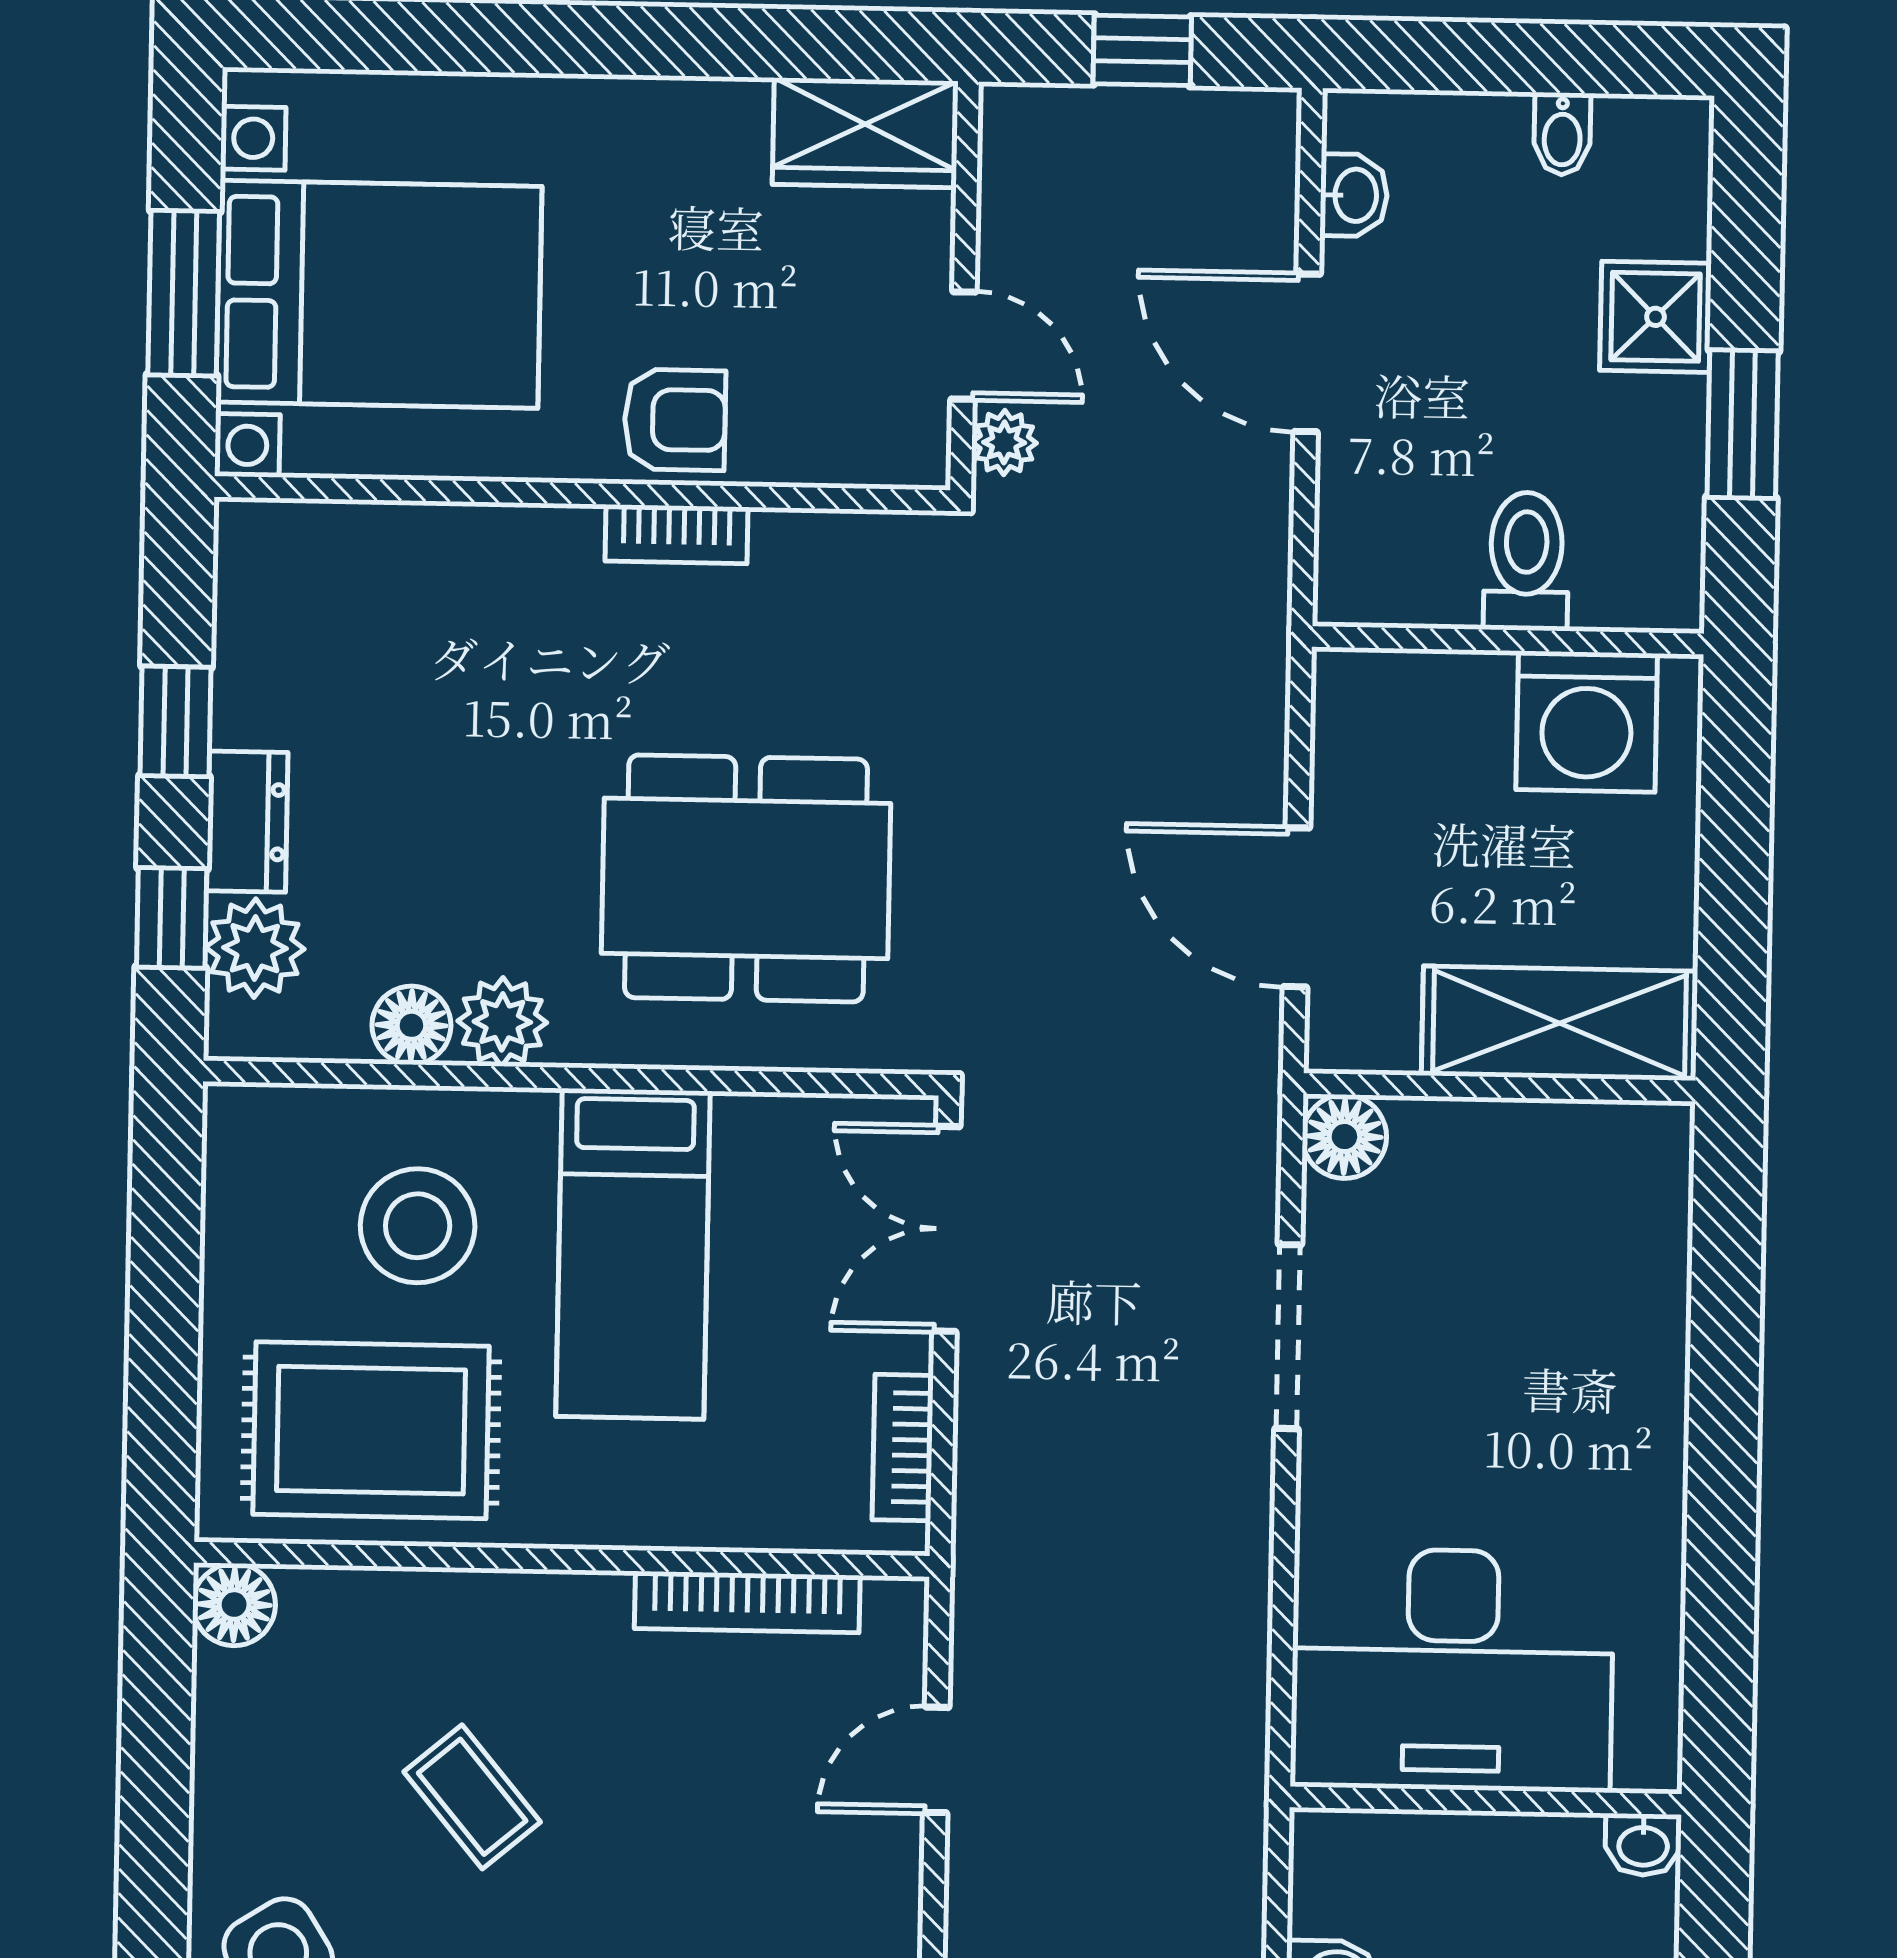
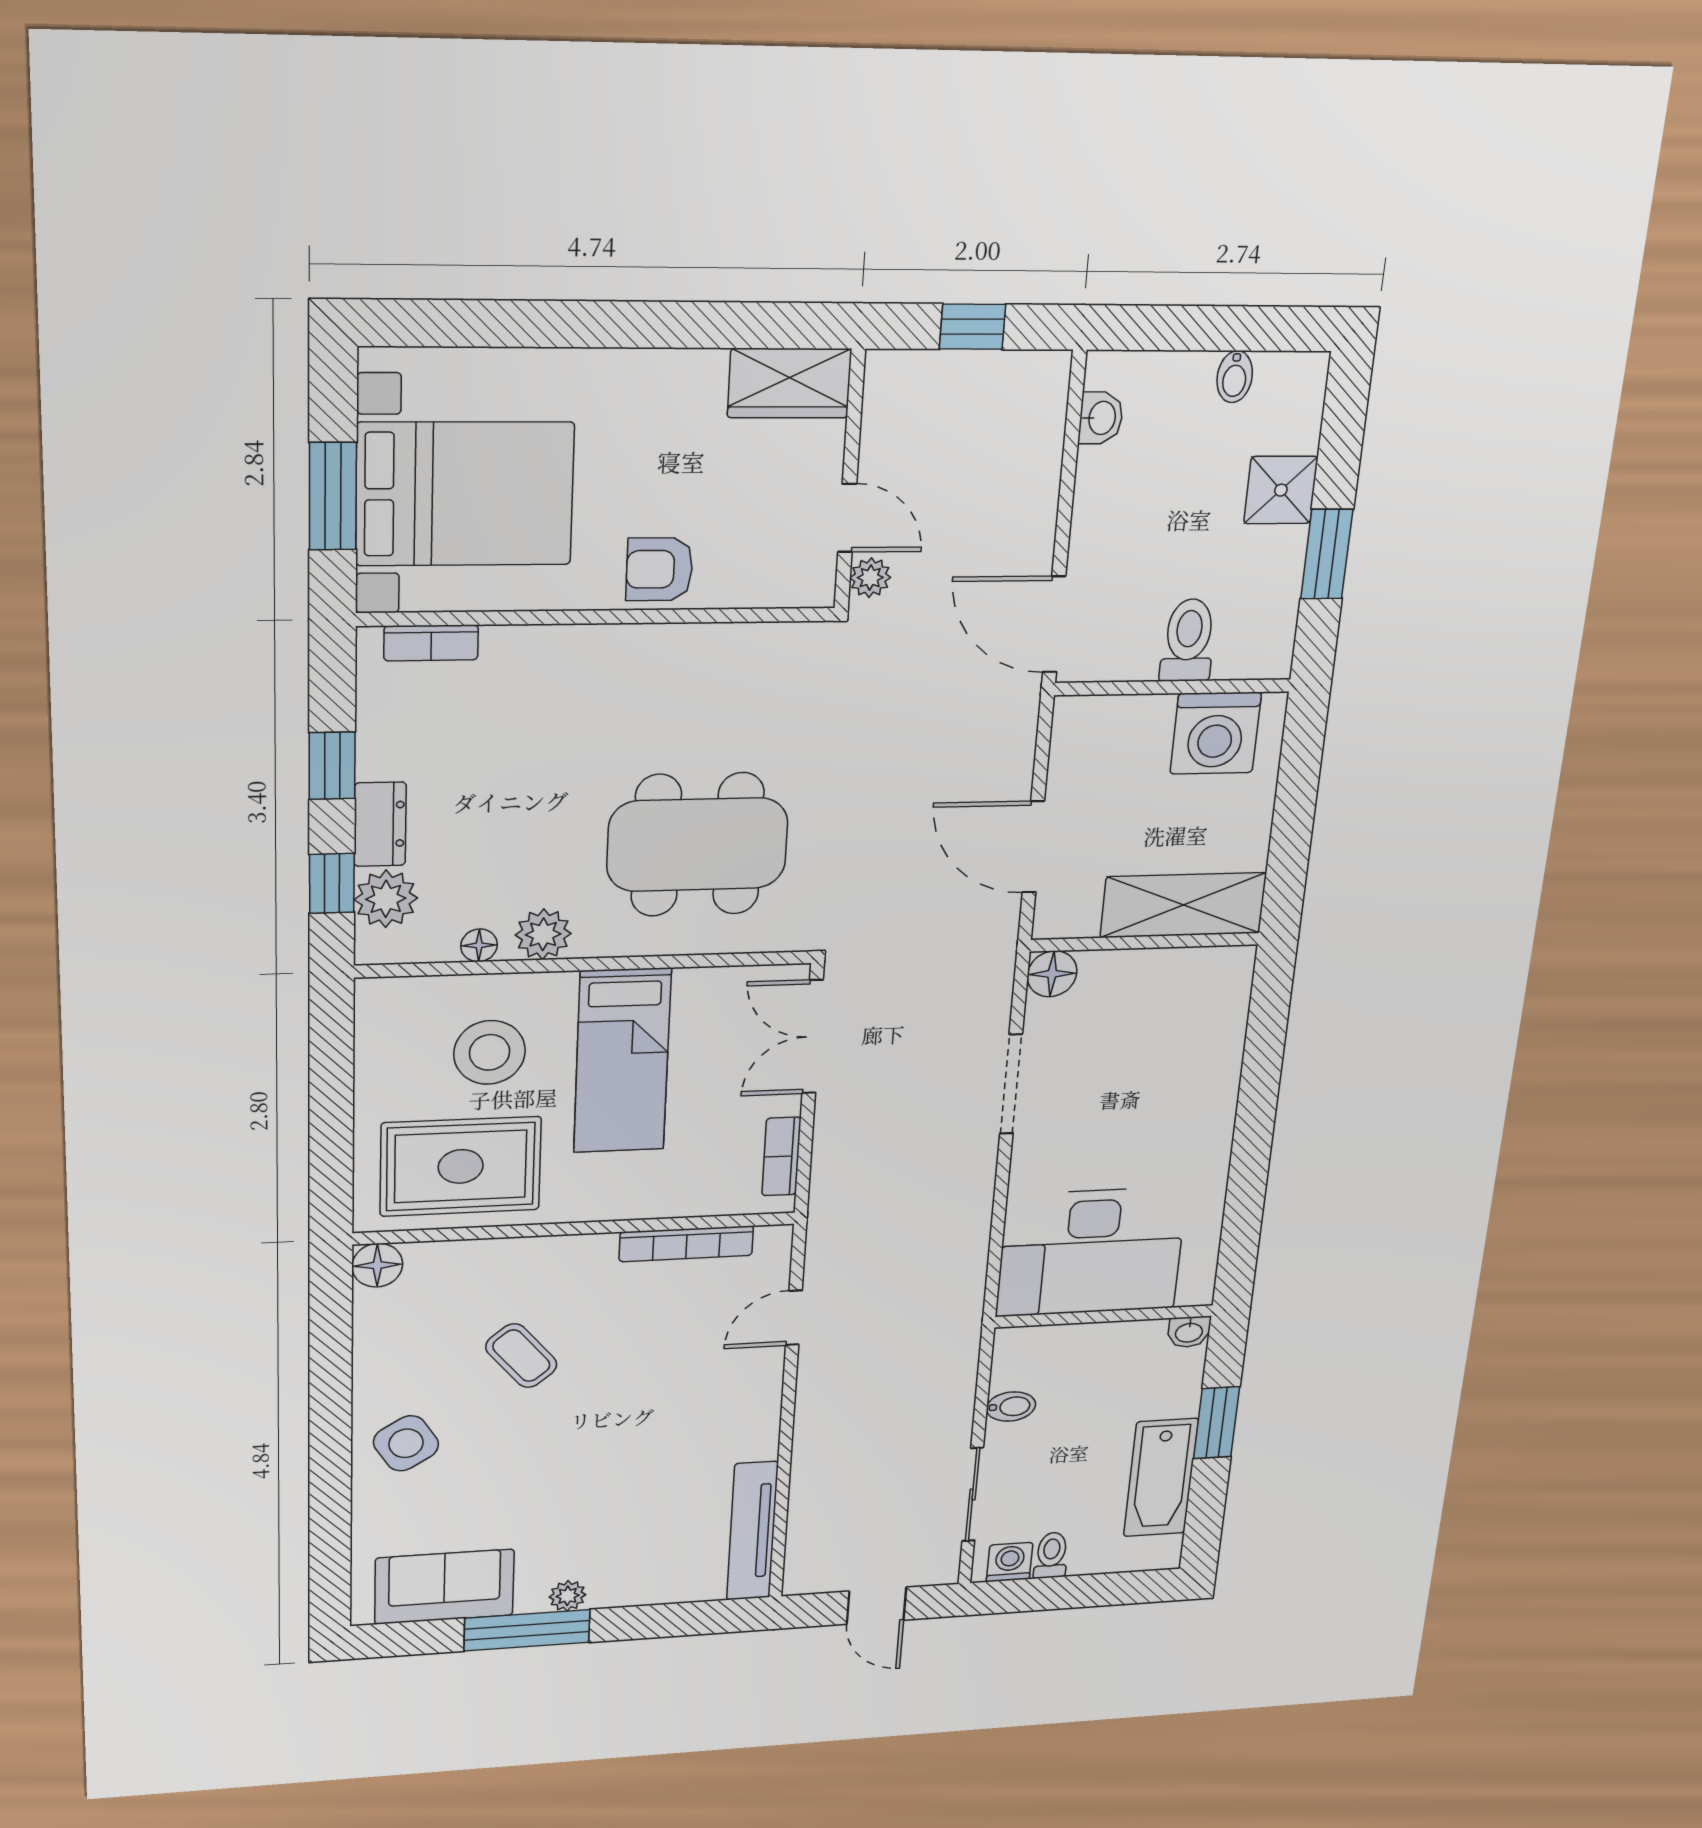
door: (1307, 353) -> (1054, 624), moved
armchair: (675, 420) -> (659, 569), turned 180
bookcase: (676, 534) -> (431, 643), moved
floor lamp: (411, 1025) -> (479, 945), width x0.73, depth x0.73

